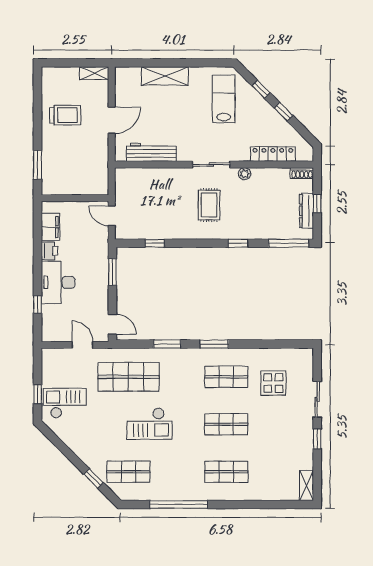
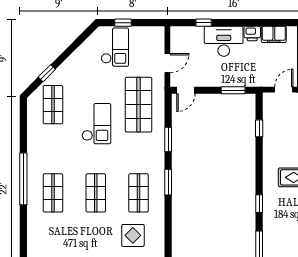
checkout: (149, 424) -> (96, 124), turned 180
window: (179, 505) -> (23, 179), moved

